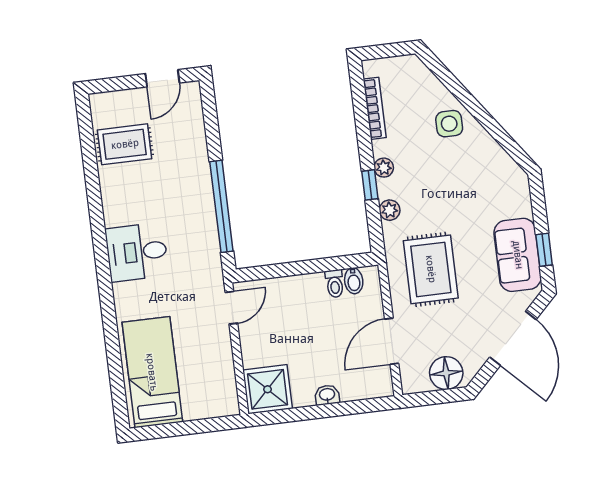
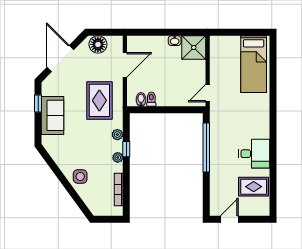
desk: (137, 252) -> (254, 154), moved
sofa: (518, 255) -> (52, 115), moved
washbasin: (327, 395) -> (175, 41), moved

